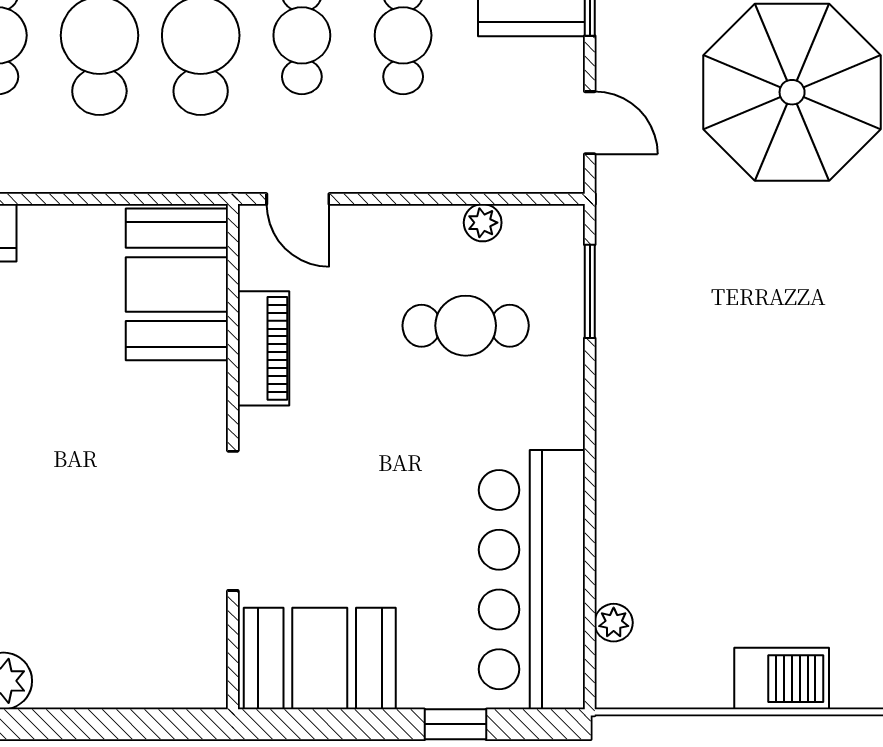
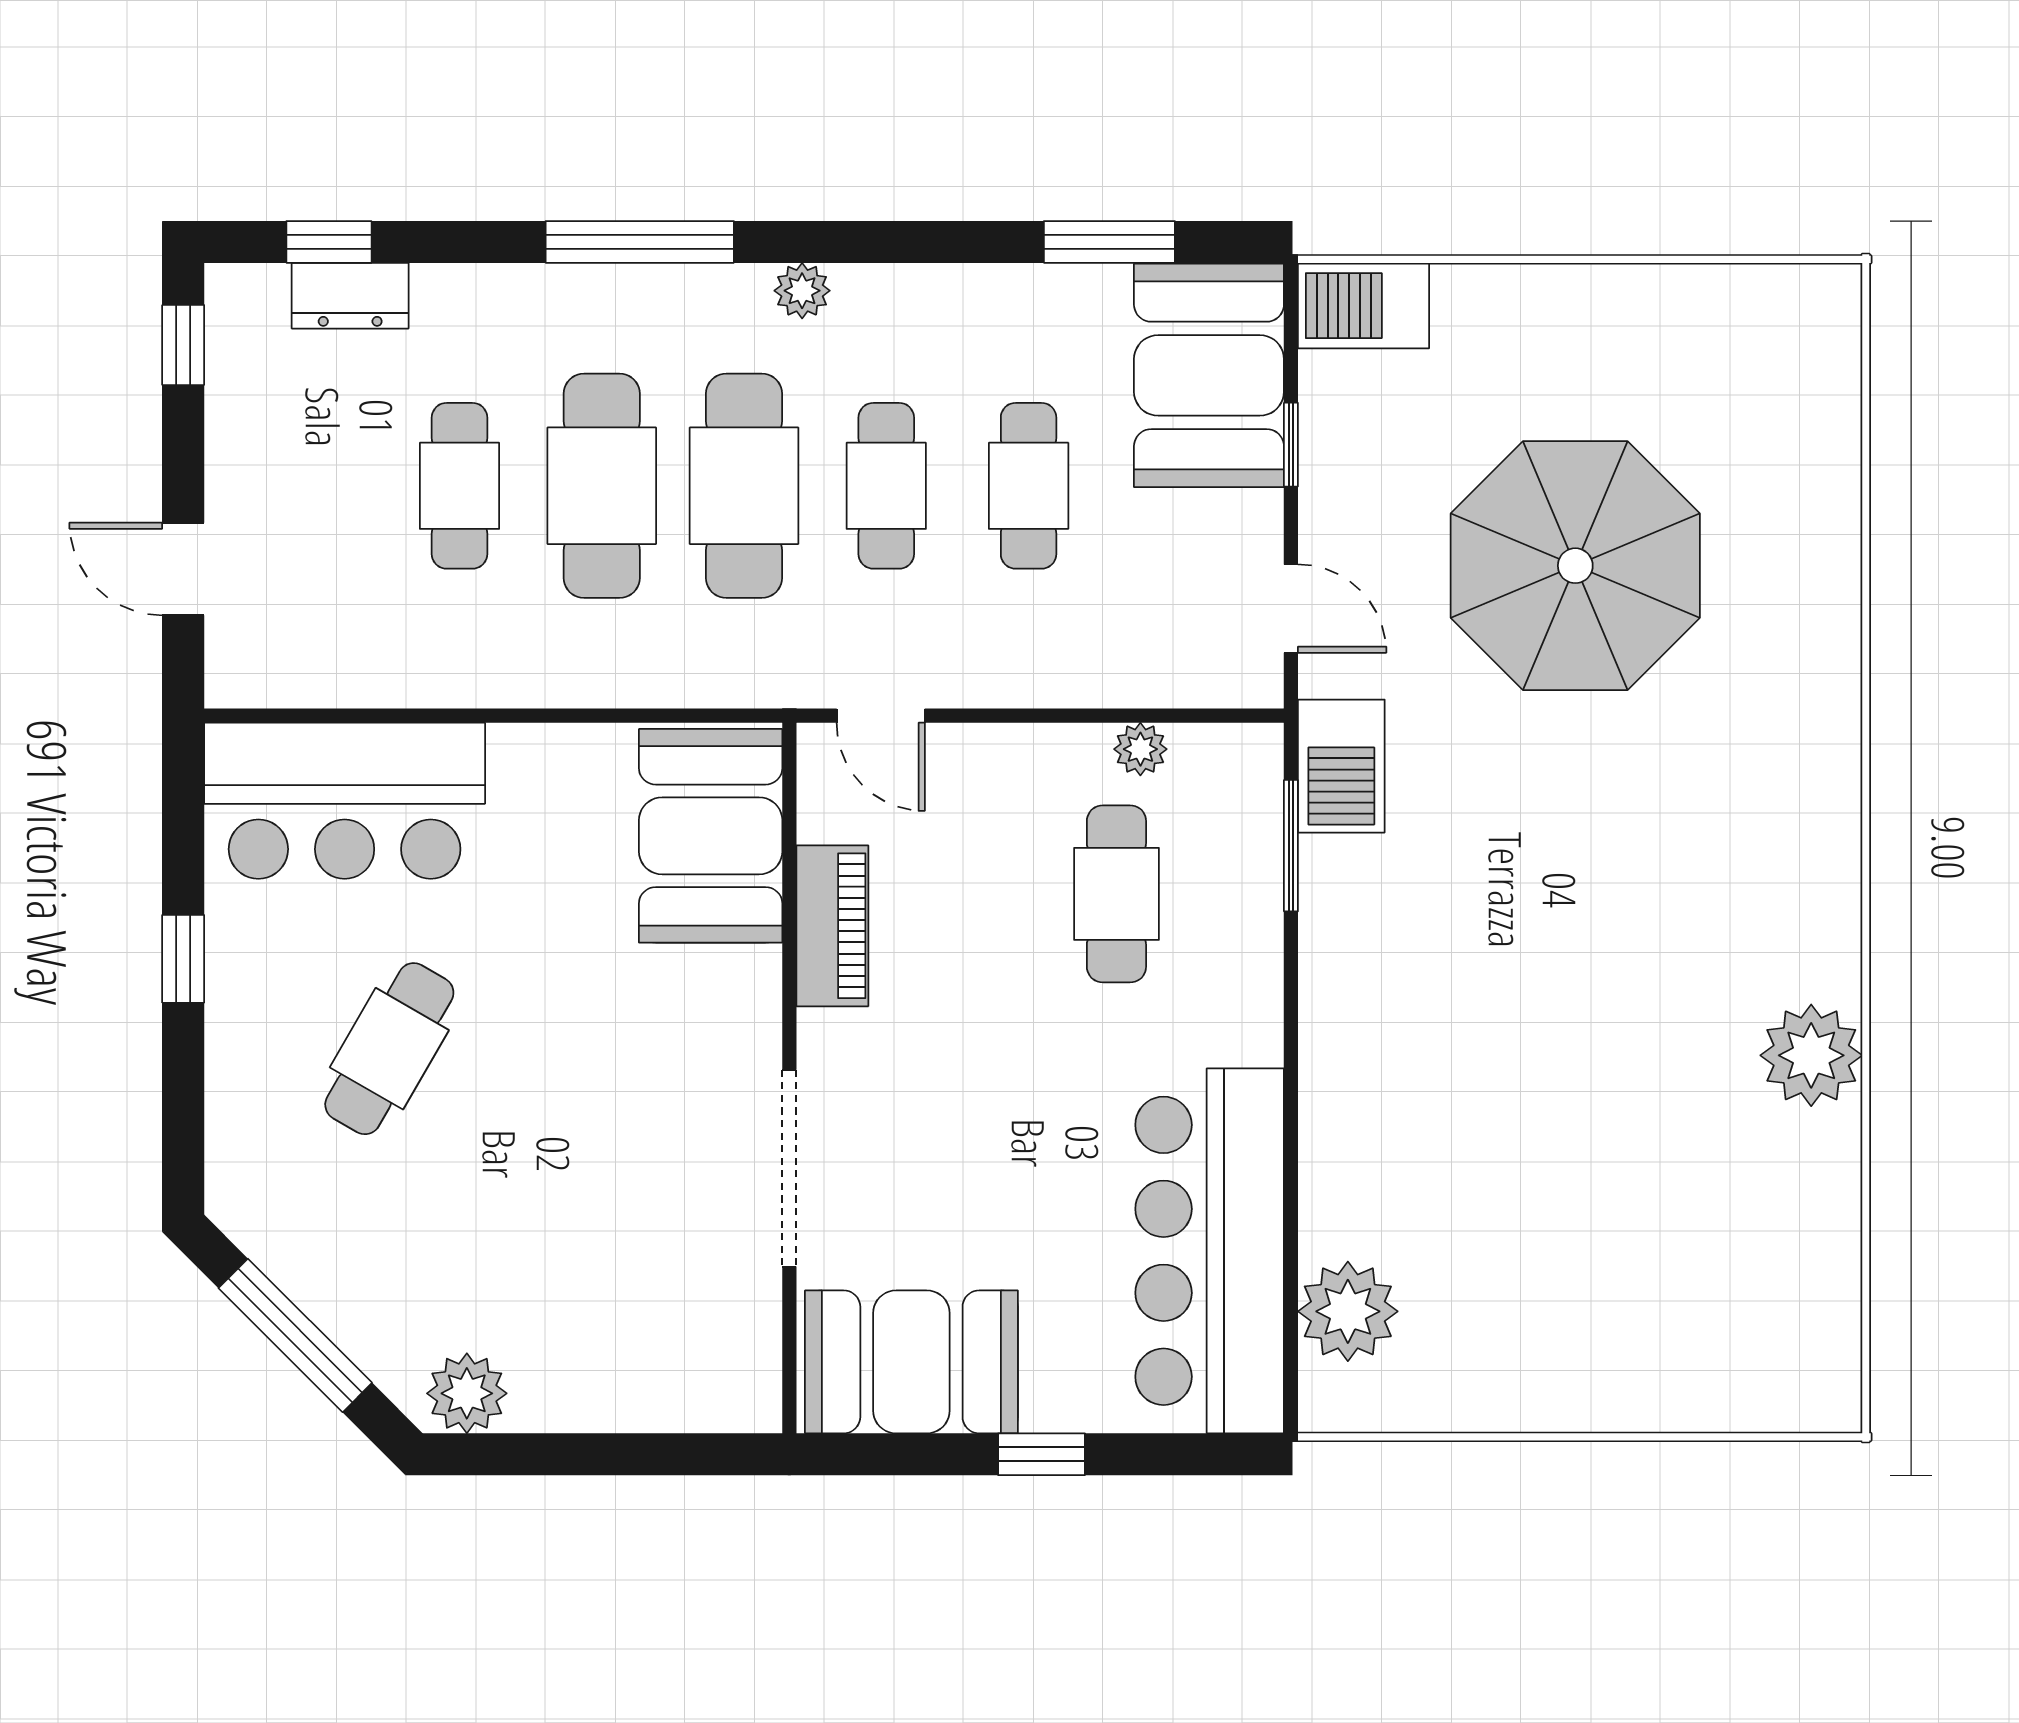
cafe table: (466, 326) -> (1116, 894), turned 90
plant: (614, 623) -> (1348, 1311), width x1.87, depth x1.87
barbecue: (782, 679) -> (1341, 766), moved, turned 90
window: (455, 724) -> (1041, 1454), moved

